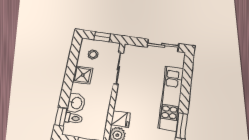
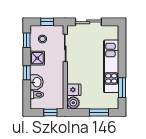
sliding door: (163, 45) -> (88, 22), moved
window: (74, 53) -> (27, 40), added
window: (61, 117) -> (27, 73), moved

